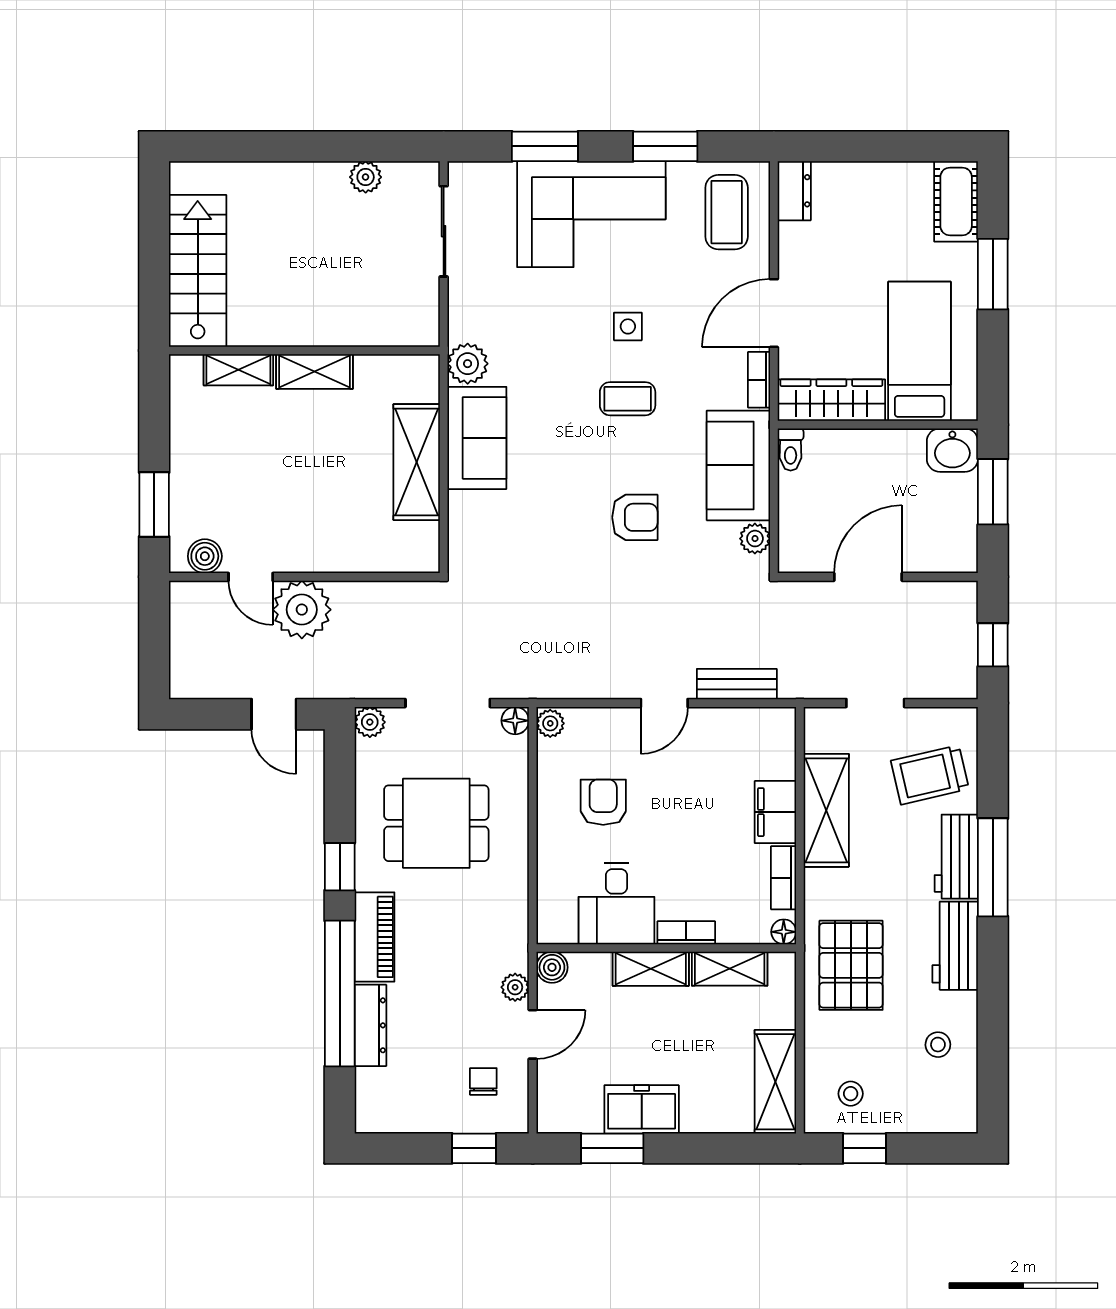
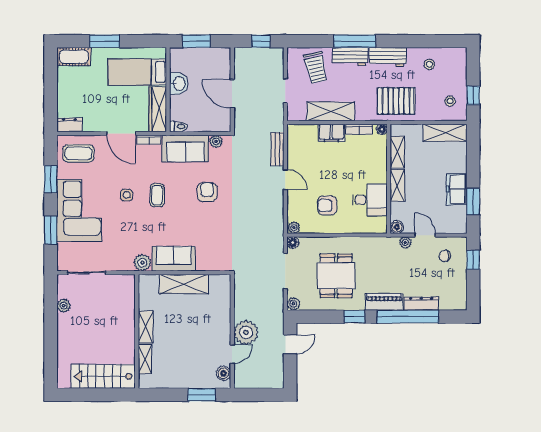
washbasin: (952, 450) -> (179, 84), moved
bookcase: (686, 933) -> (382, 170), removed

